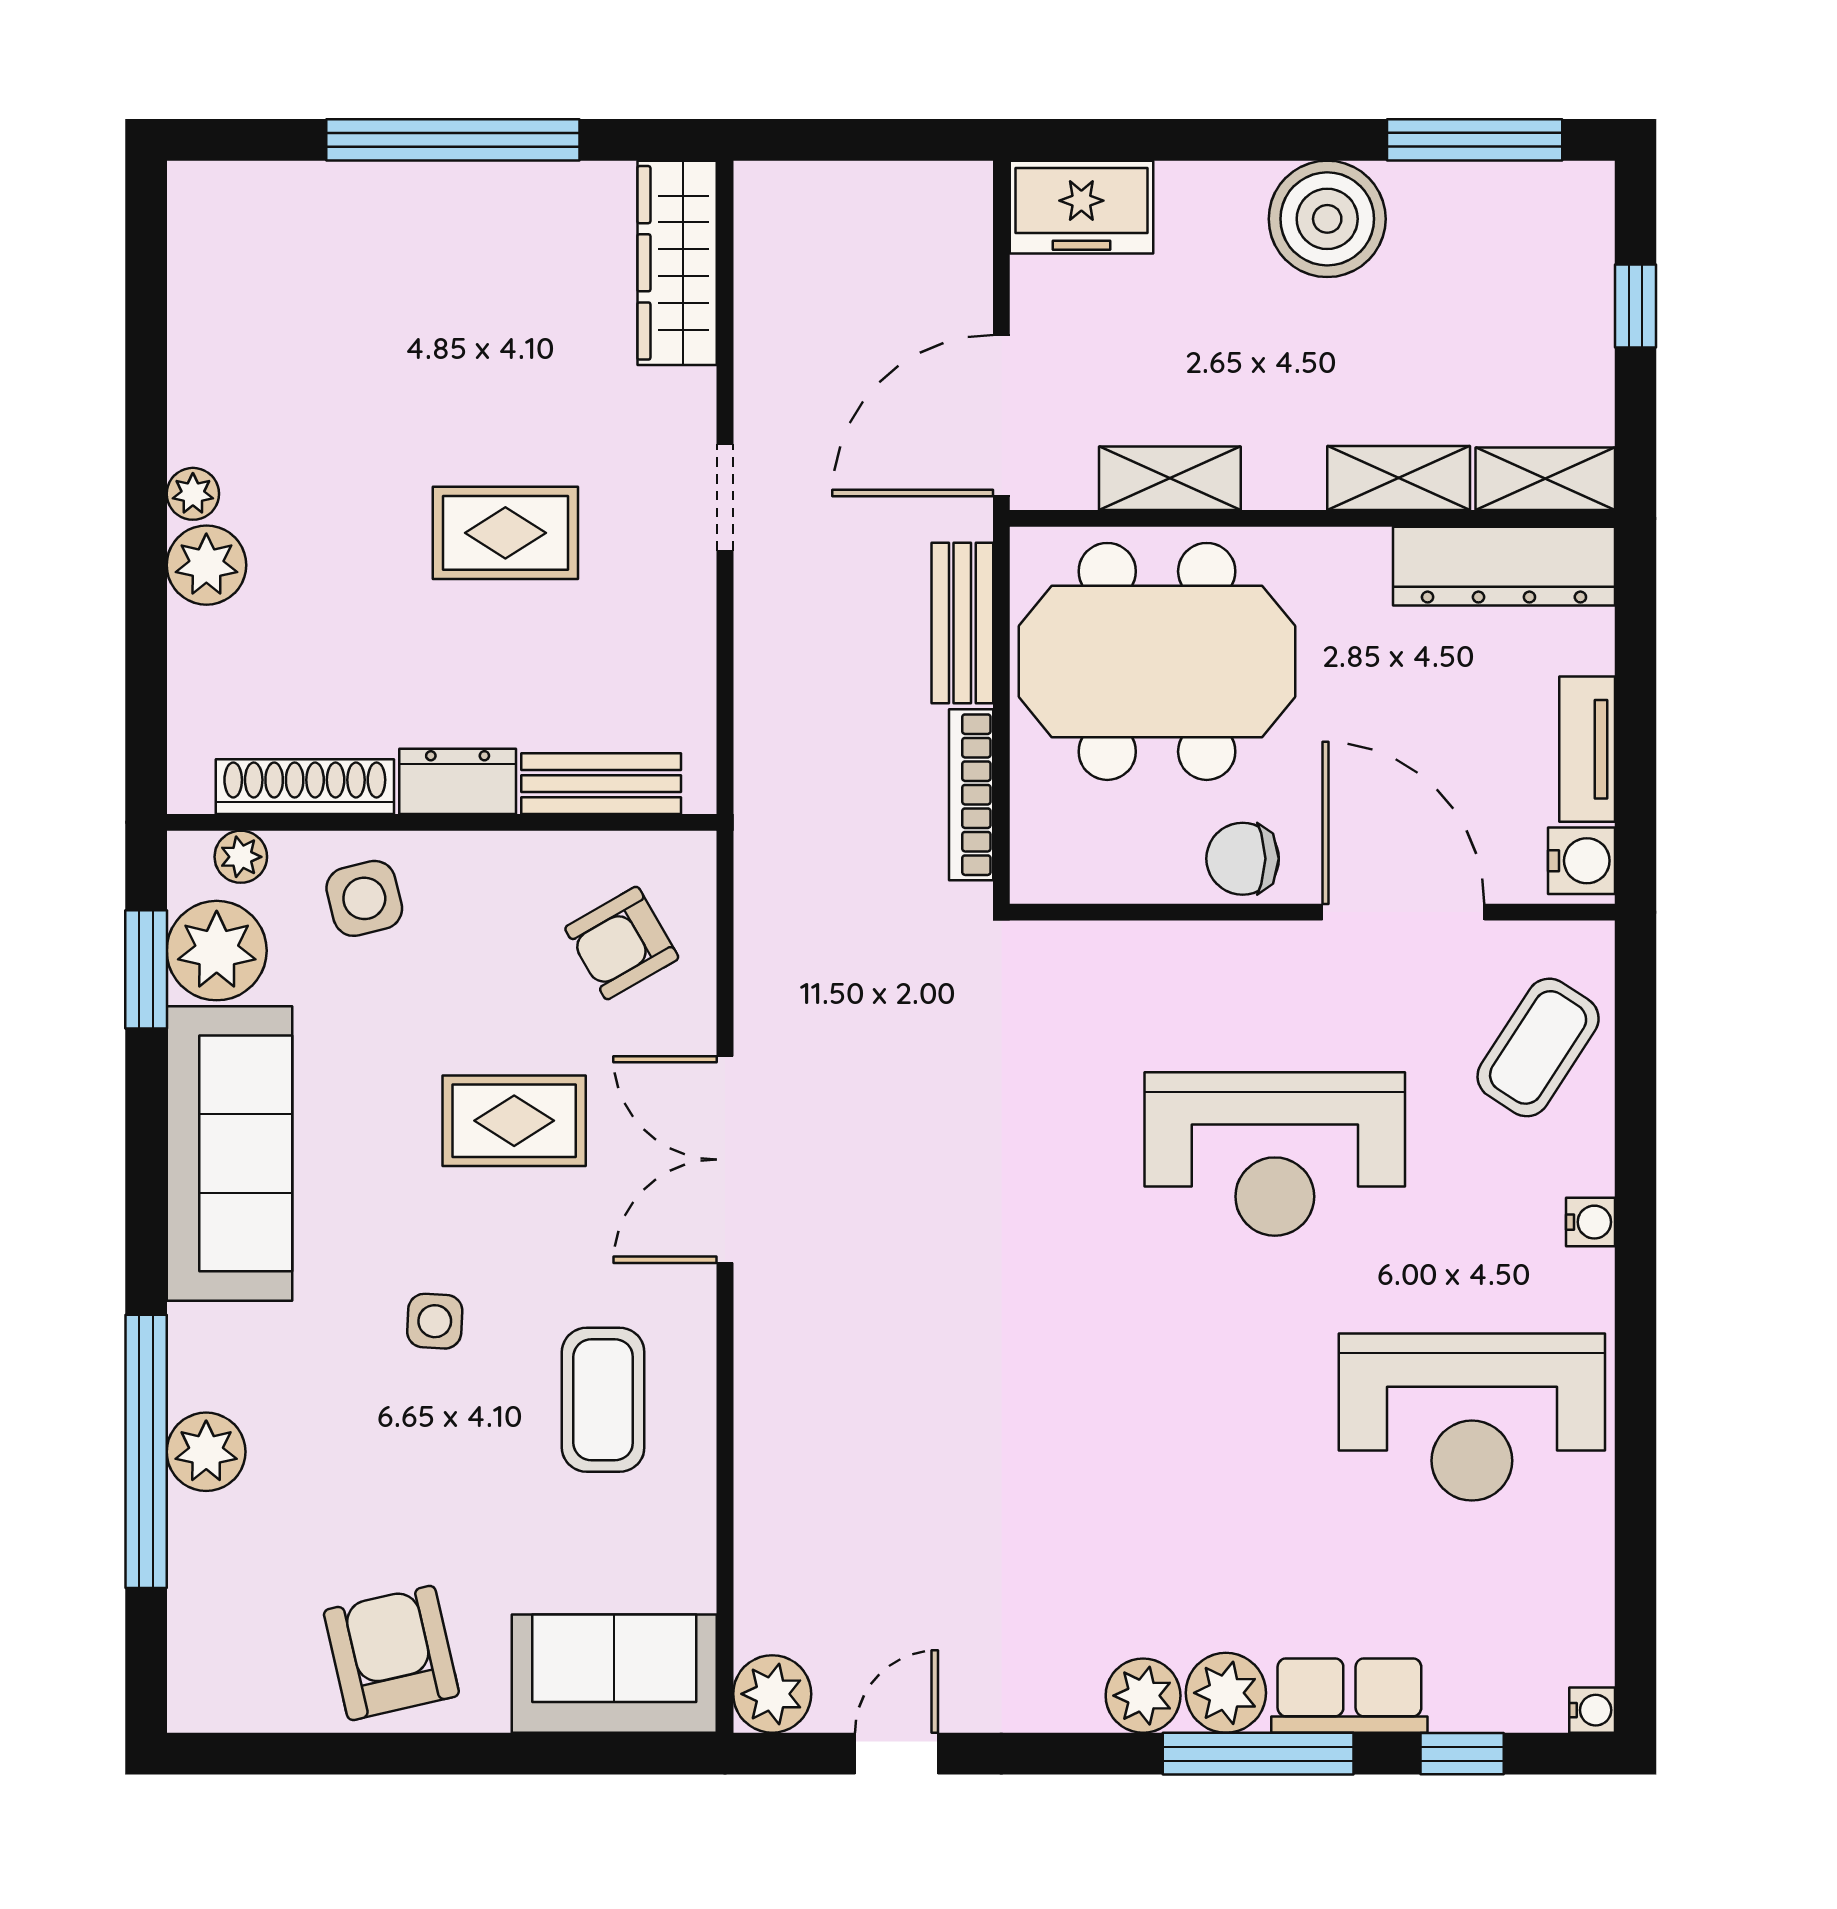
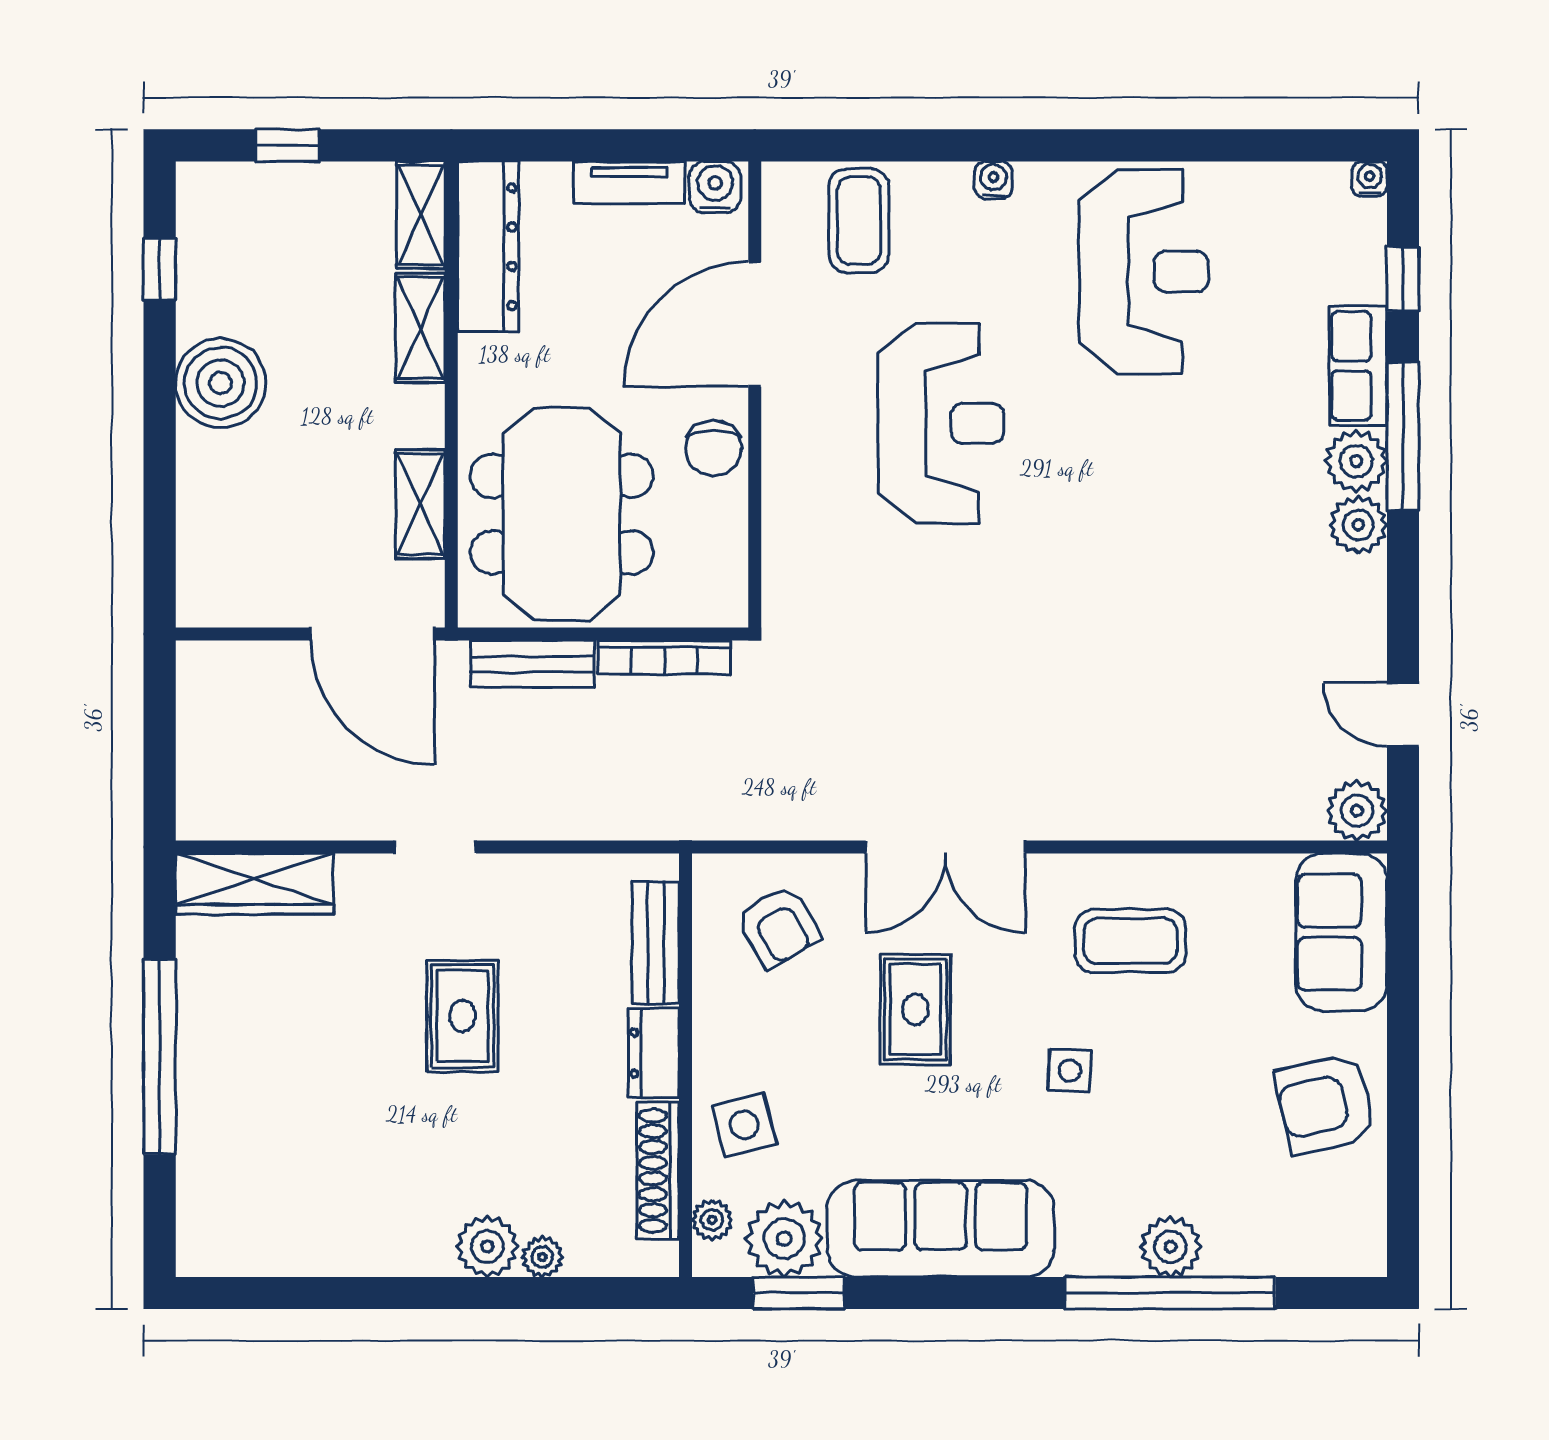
window: (1475, 140) -> (160, 269), width x0.46
freezer: (1081, 207) -> (211, 572), removed
plant: (193, 494) -> (542, 1257), moved
coffee table: (1538, 1047) -> (859, 221), turned 57

